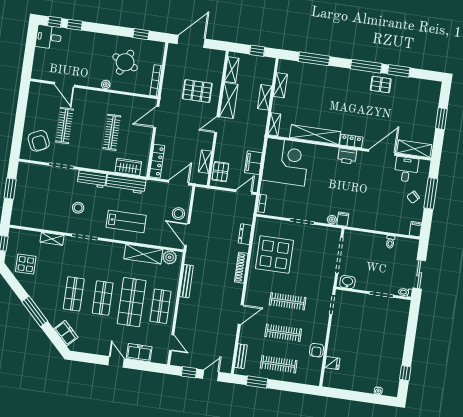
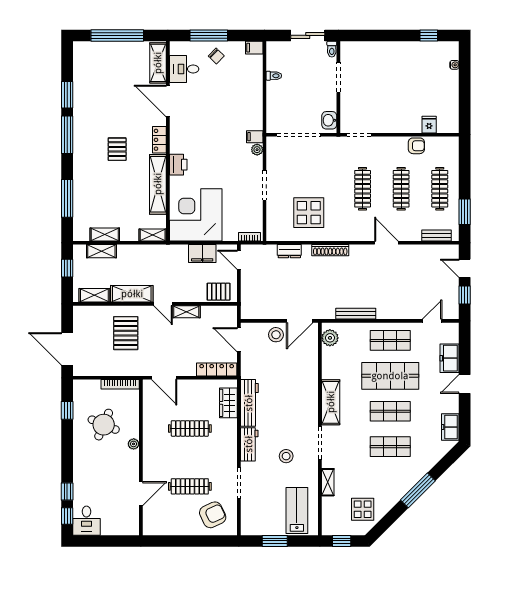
pallet: (381, 85) -> (117, 149), moved
shelving: (265, 97) -> (101, 251), moved
window: (441, 119) -> (117, 35), width x2.11
printer: (347, 156) -> (178, 165), moved
shelving: (205, 162) -> (186, 312), moved
lab bench: (126, 221) -> (297, 510), moved
shelving: (143, 254) -> (331, 402), moved
display table: (274, 255) -> (309, 213), width x0.73, depth x0.73
freezer: (66, 333) -> (450, 427), moved, turned -45

